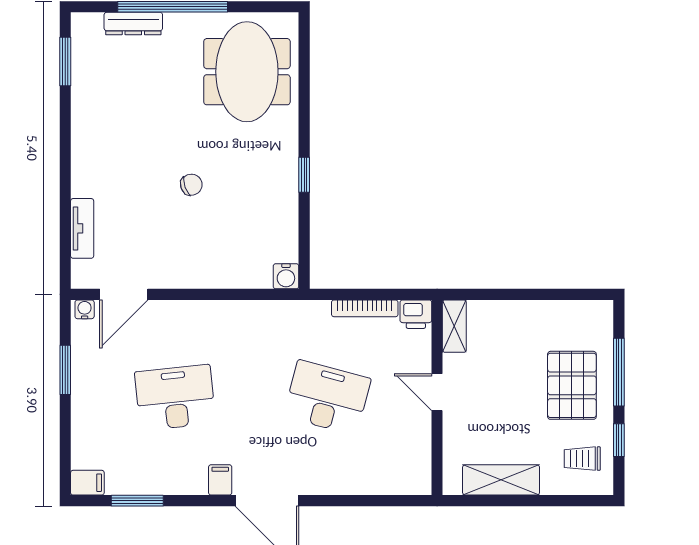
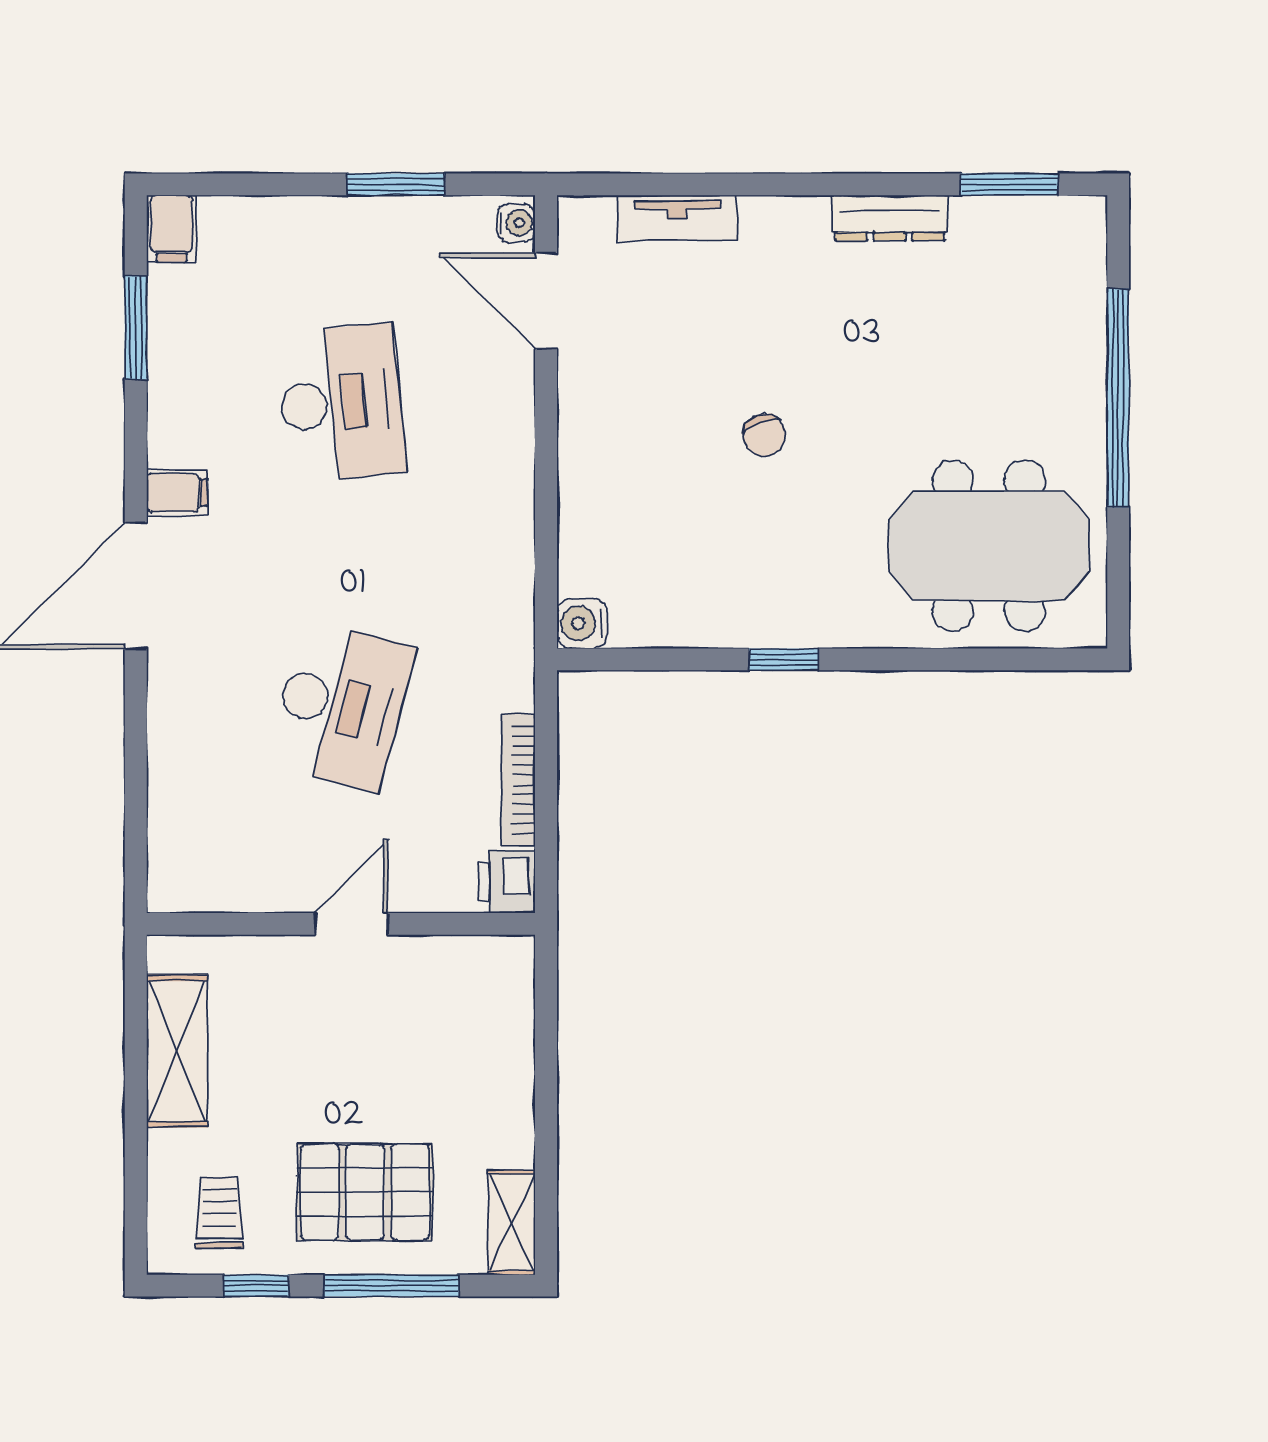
dresser: (133, 24) -> (890, 218), moved, turned -90
shelving: (454, 326) -> (512, 1222), moved, turned 90

